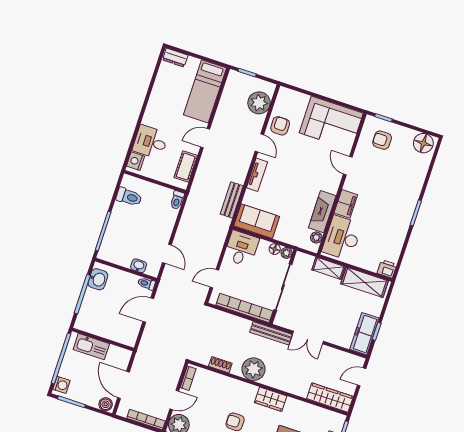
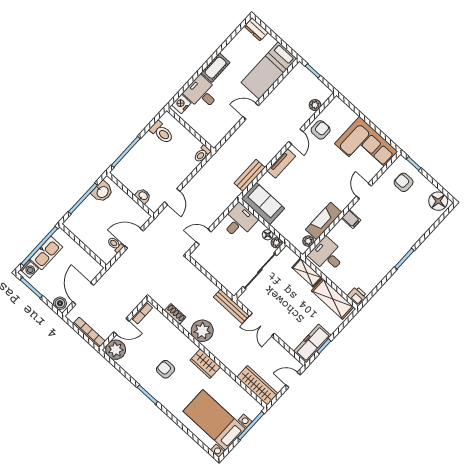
plant: (259, 103) -> (315, 105), width x0.53, depth x0.53
cot: (186, 167) -> (216, 68), moved
filing cabinet: (346, 204) -> (351, 219), width x0.50
desk: (342, 238) -> (327, 255), width x0.73
toilet: (147, 284) -> (115, 244), moved
bookcase: (244, 308) -> (218, 274), removed
kitchen sink: (91, 347) -> (46, 253), moved, turned -90

